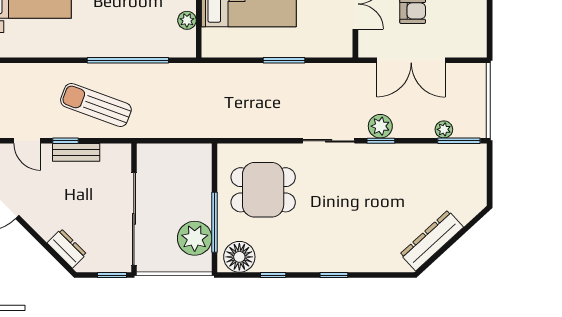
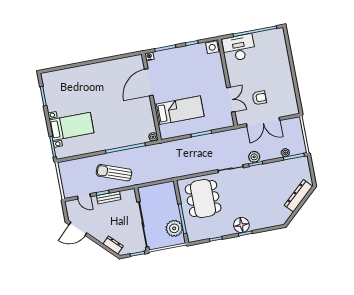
plant: (187, 20) -> (153, 137), moved
dining table: (263, 190) -> (203, 199), width x1.37
dresser: (432, 241) -> (299, 196), moved
floor lamp: (239, 257) -> (241, 225), moved

